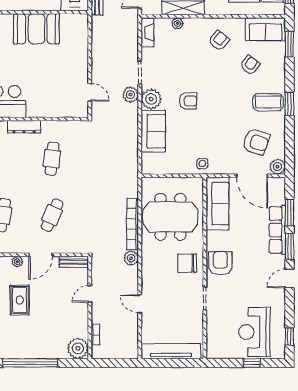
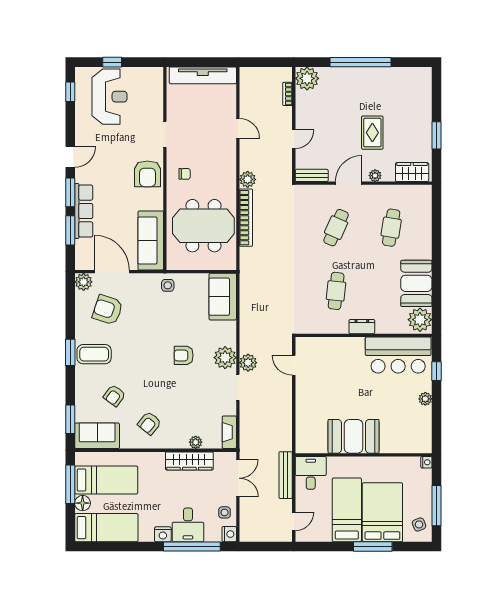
dresser: (24, 127) -> (362, 327), width x0.70
sofa: (153, 131) -> (223, 297), moved
chair: (187, 263) -> (185, 174), width x0.54, depth x0.54

